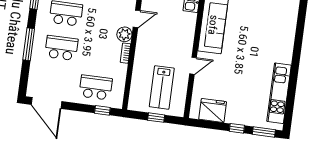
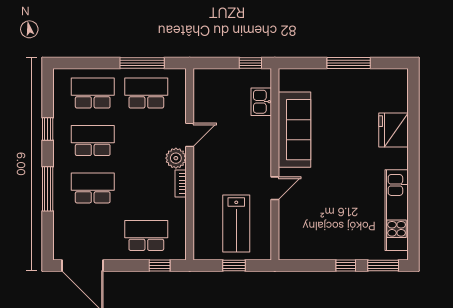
fridge: (213, 110) -> (393, 130), moved, turned -90

